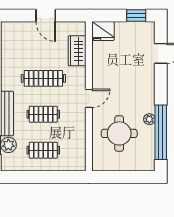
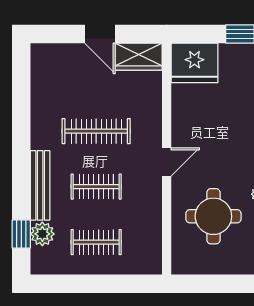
fridge: (103, 31) -> (194, 63), width x1.36, depth x1.34
wardrobe: (77, 51) -> (139, 57), moved, turned -90

